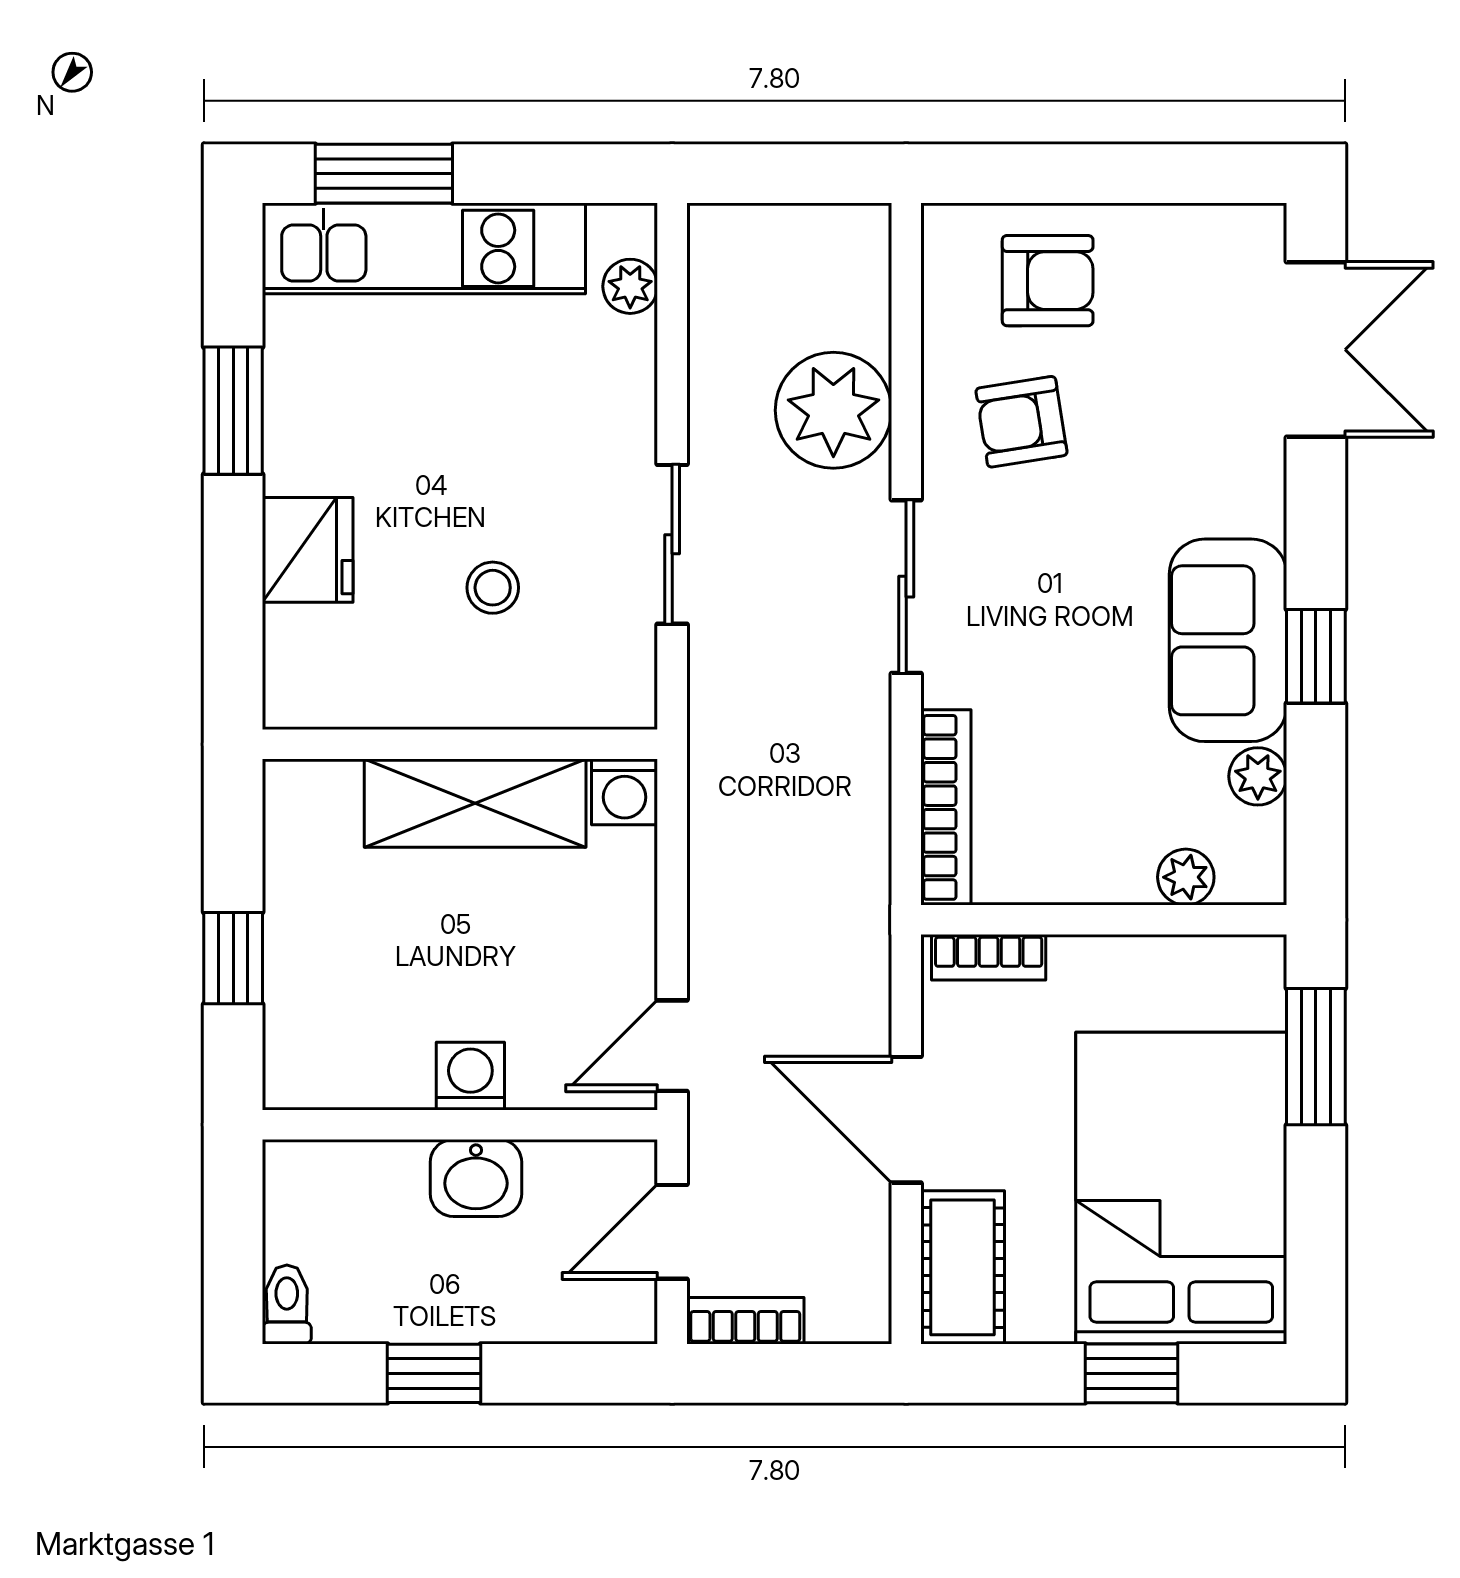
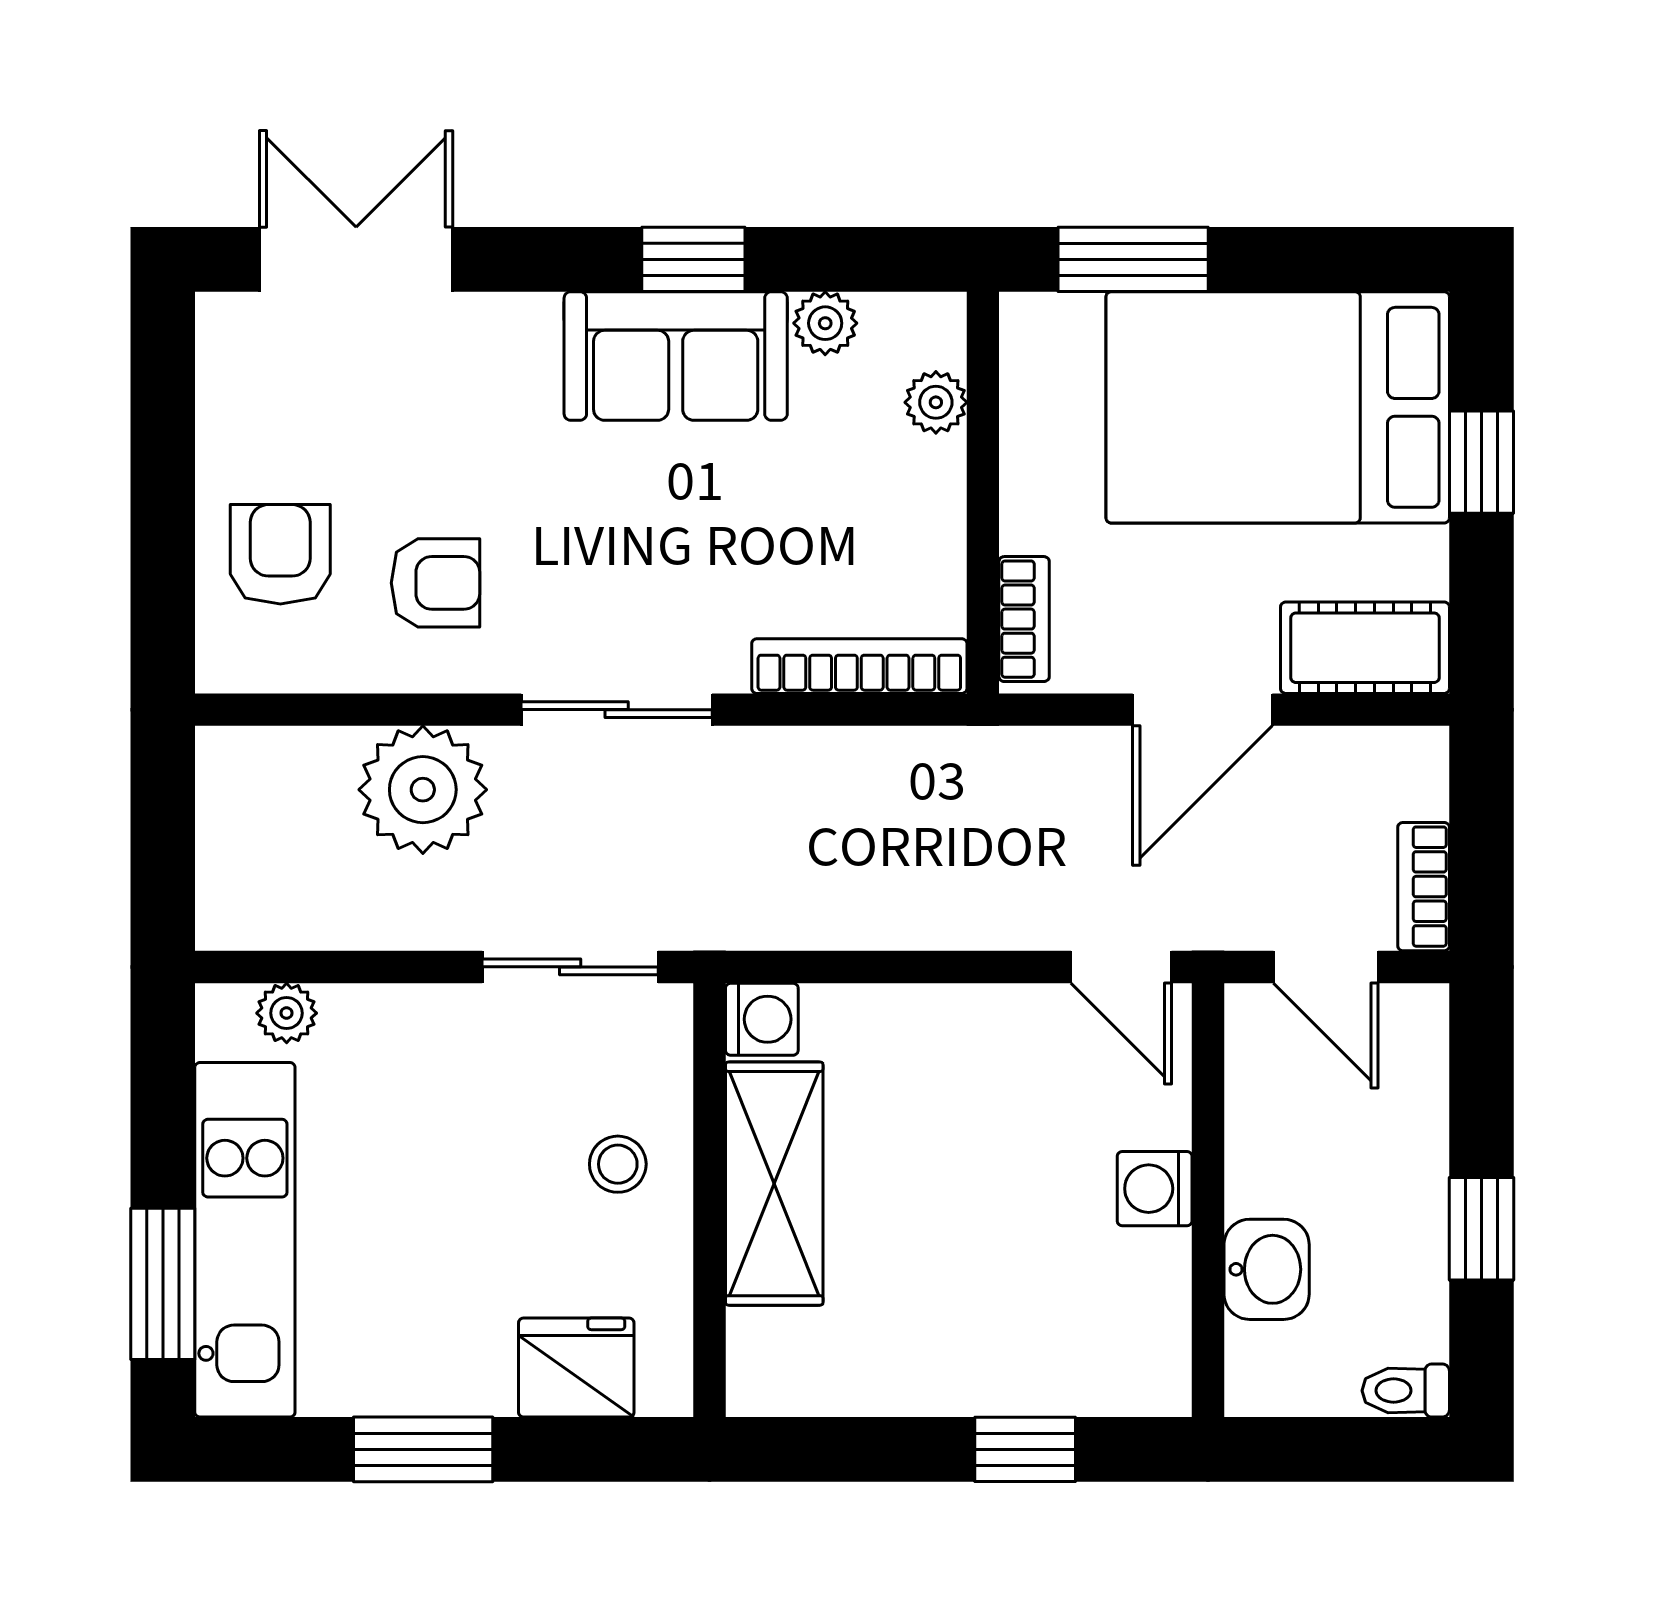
armchair: (1022, 422) -> (435, 583), turned -81
wall: (460, 744) -> (710, 1200), moved
washing machine: (625, 792) -> (762, 1019), moved
shelving: (475, 803) -> (774, 1184), moved
washbasin: (476, 1178) -> (1267, 1269), moved

